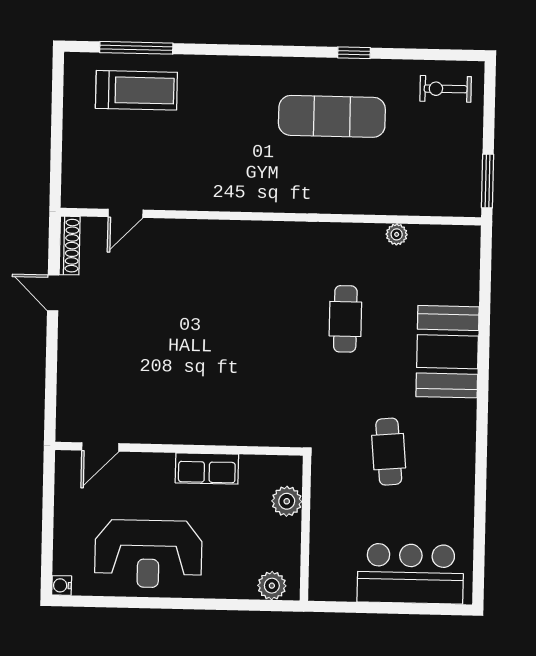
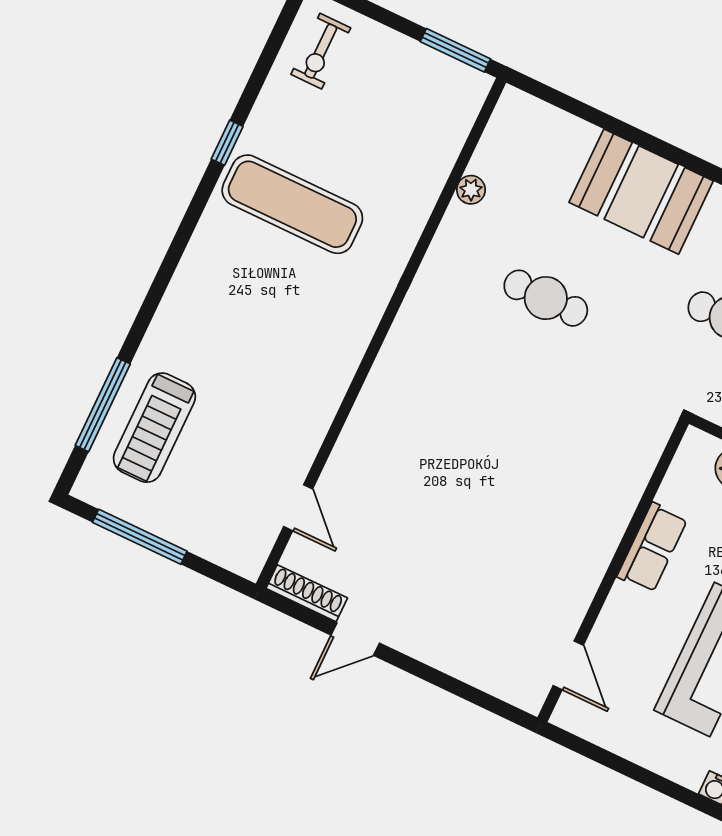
treadmill: (136, 90) -> (154, 428), turned 180
window: (57, 114) -> (140, 537), added
exercise mat: (332, 116) -> (292, 204), turned 90

